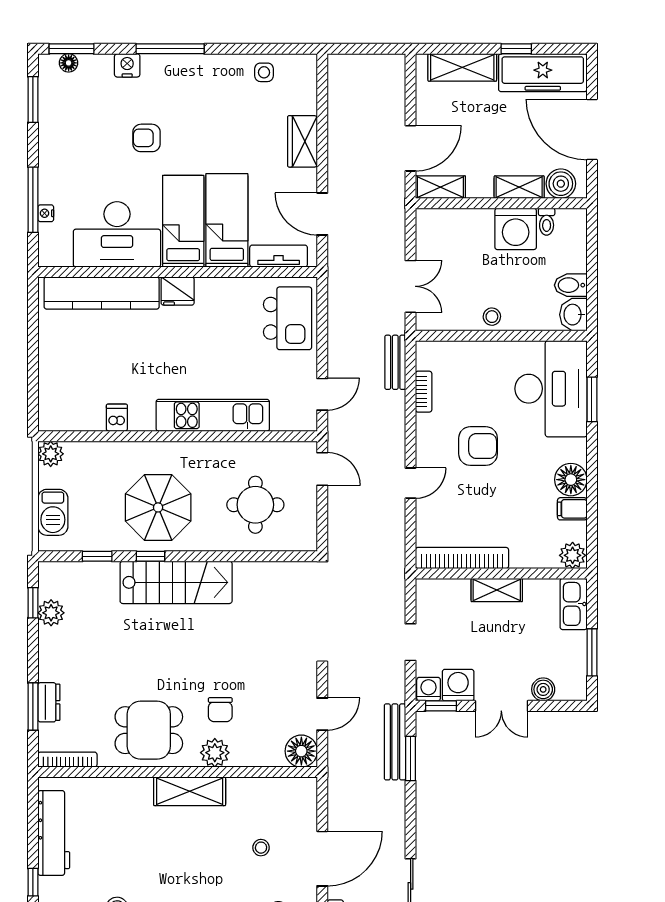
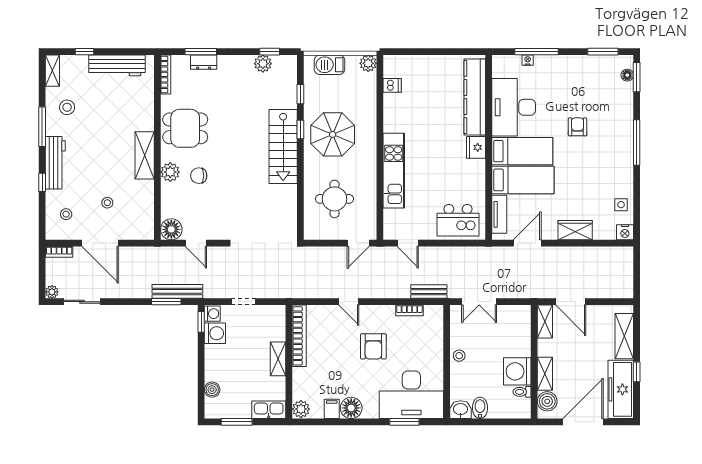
nightstand: (127, 65) -> (625, 232), moved, turned 90
dishwasher: (117, 418) -> (392, 85), moved
double door: (501, 706) -> (201, 362), removed
dining table: (149, 730) -> (185, 128), turned 90

